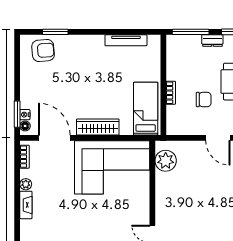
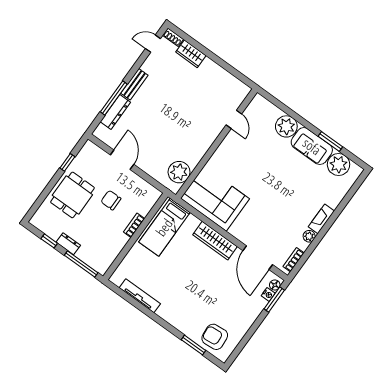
corner sofa: (112, 167) -> (215, 199), width x0.73, depth x0.74

